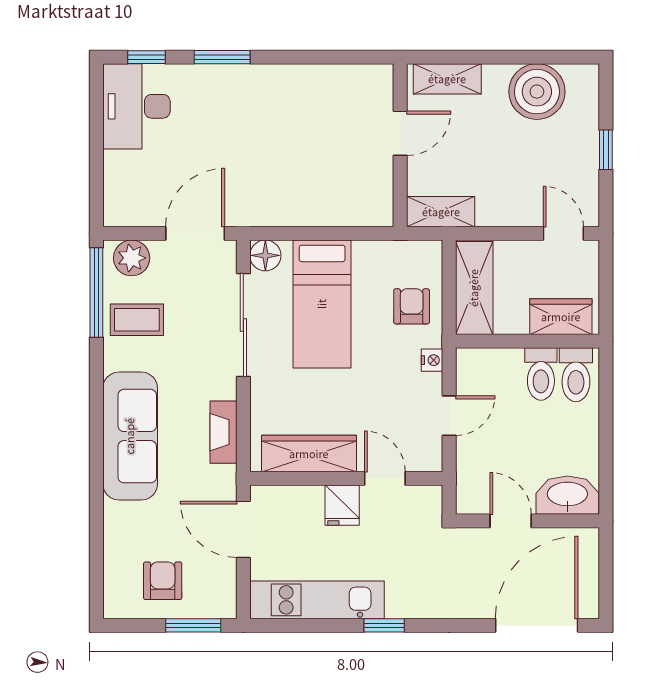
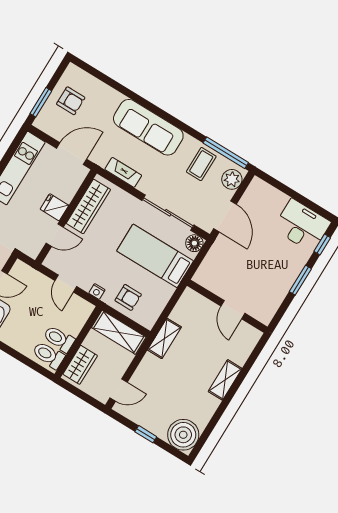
boiler: (537, 92) -> (183, 435), moved
door: (400, 133) -> (233, 310), moved
wall: (400, 145) -> (227, 306), moved

